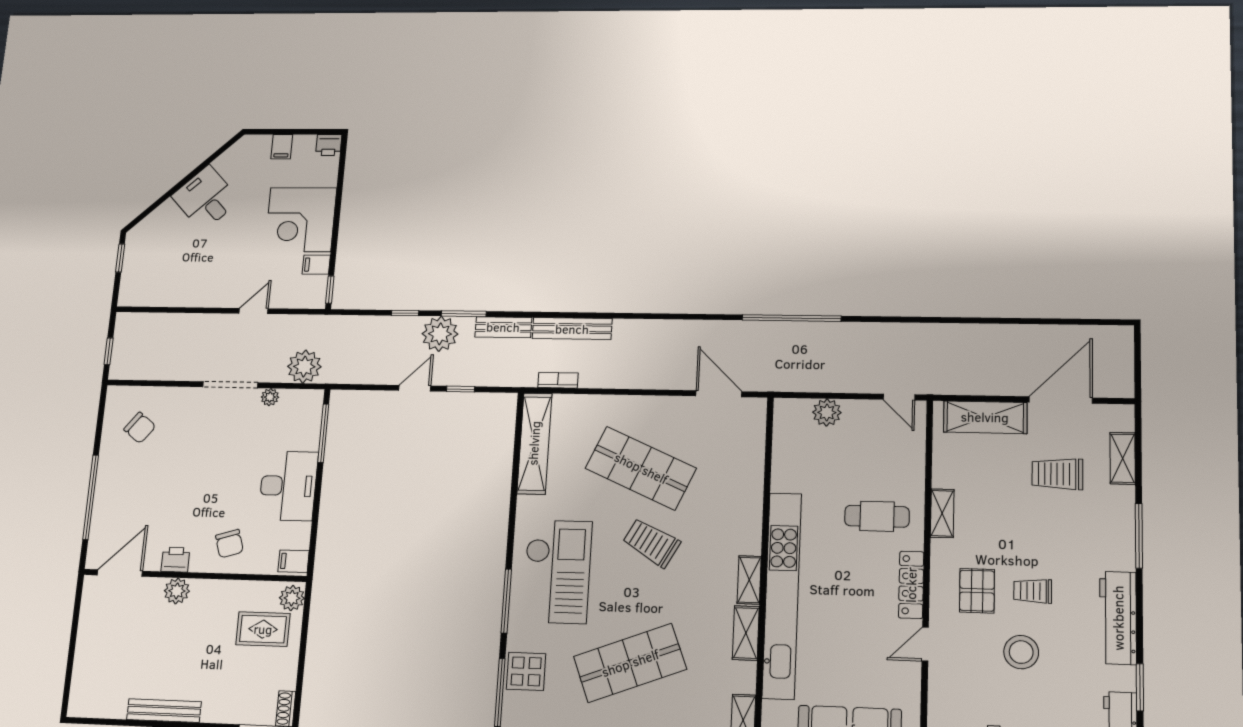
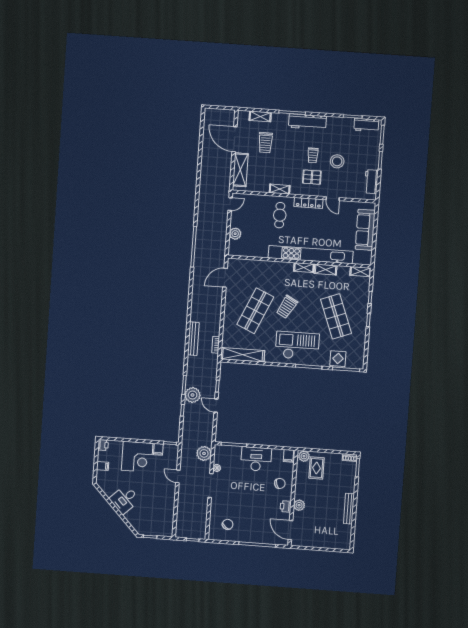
bench: (503, 327) -> (191, 368), removed
workbench: (1118, 618) -> (307, 122), moved

